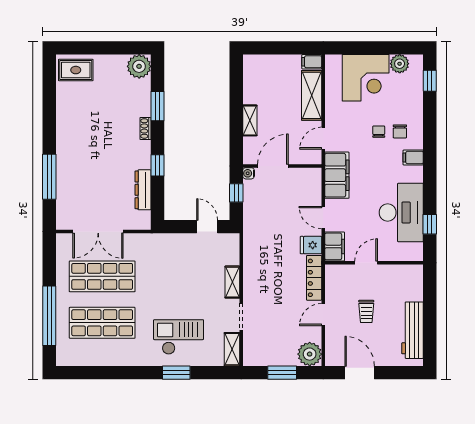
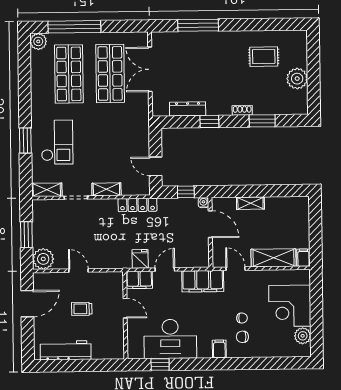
plant: (139, 66) -> (297, 79), moved
rug: (76, 70) -> (264, 57), moved, turned 90
window: (430, 81) -> (288, 363), removed
door: (207, 227) -> (156, 166), swing flipped
locker: (314, 278) -> (138, 205), moved, turned 180
plant: (65, 357) -> (38, 41), added

